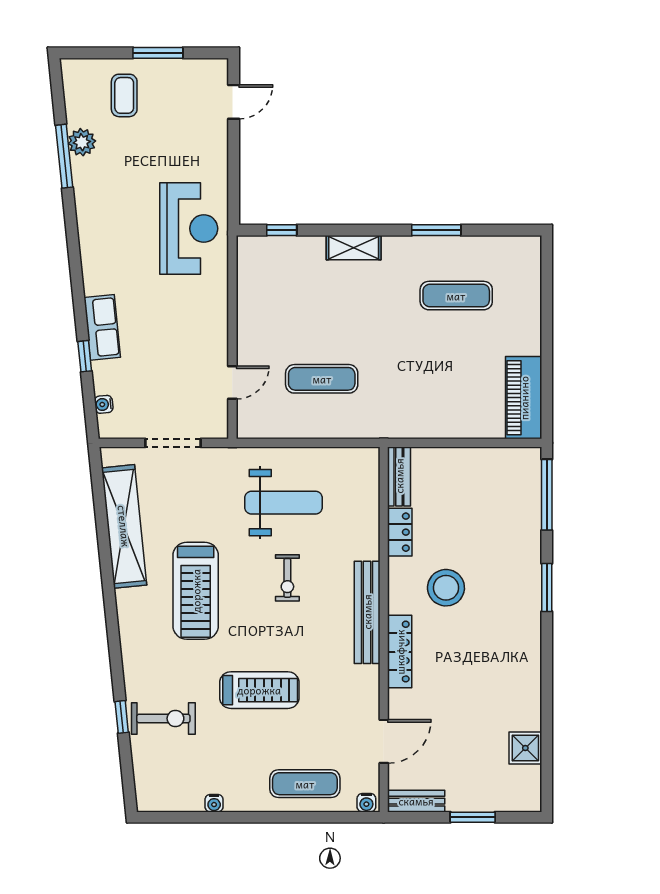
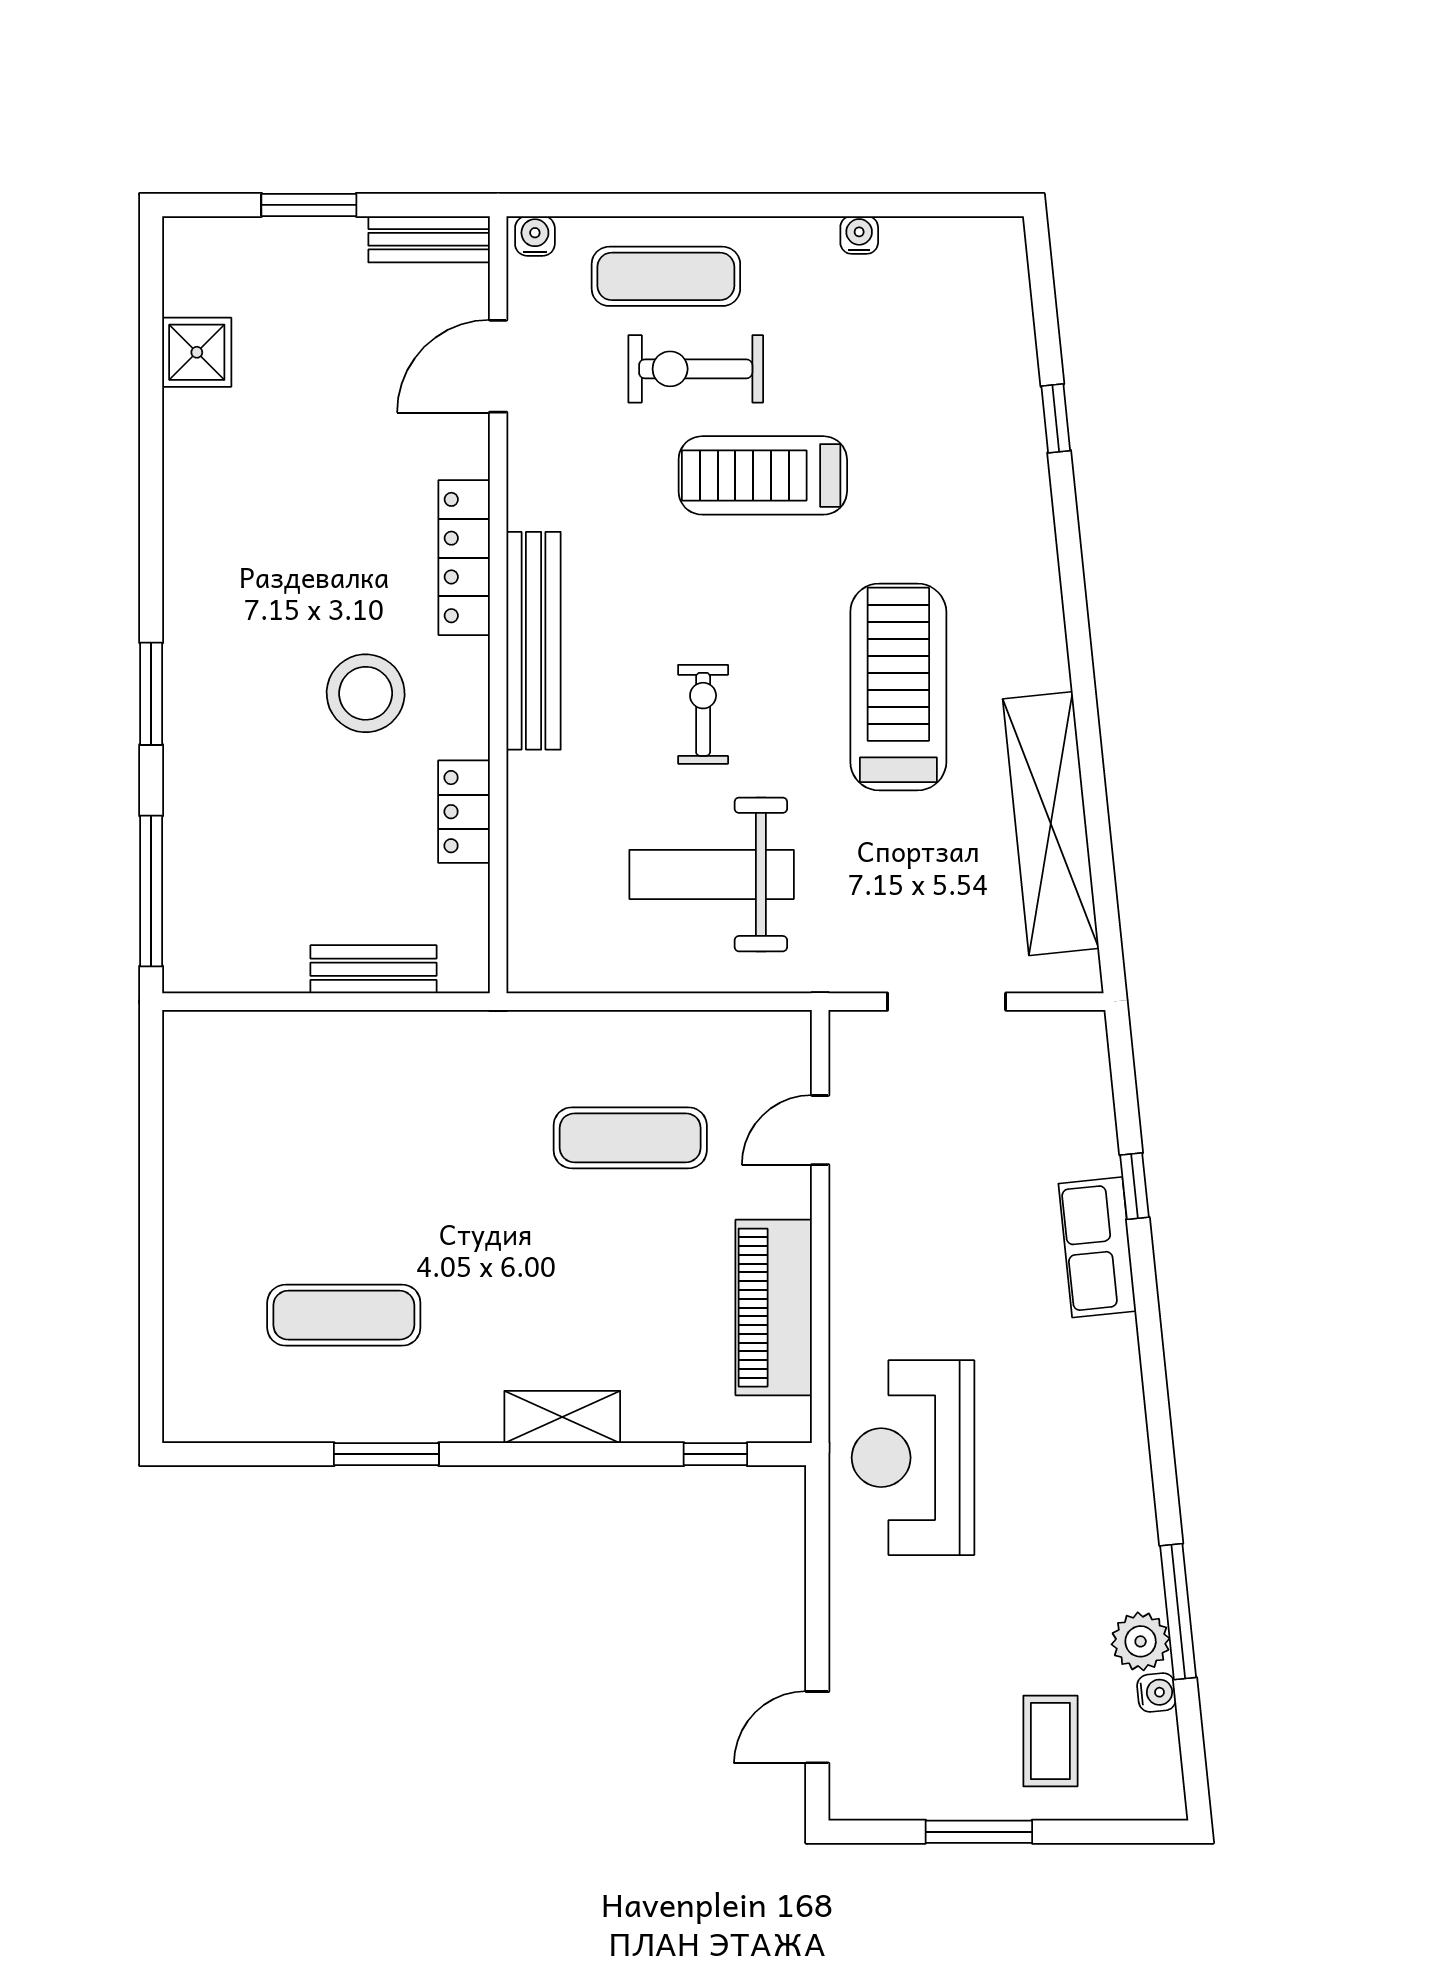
piano: (524, 398) -> (774, 1308), moved, turned 180
water cooler: (104, 404) -> (1157, 1693), moved
bench: (399, 476) -> (373, 969), moved, turned 90
exercise bike: (163, 718) -> (696, 369), moved

